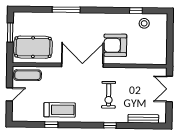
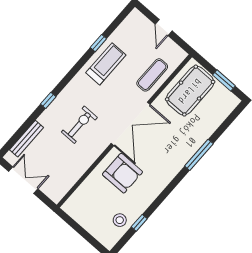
armchair: (115, 45) -> (122, 173), turned 90
exercise mat: (28, 75) -> (152, 75), moved
double door: (169, 89) -> (23, 180), moved
exercise bike: (109, 95) -> (79, 125), turned 90
treadmill: (60, 110) -> (106, 64), turned 180

